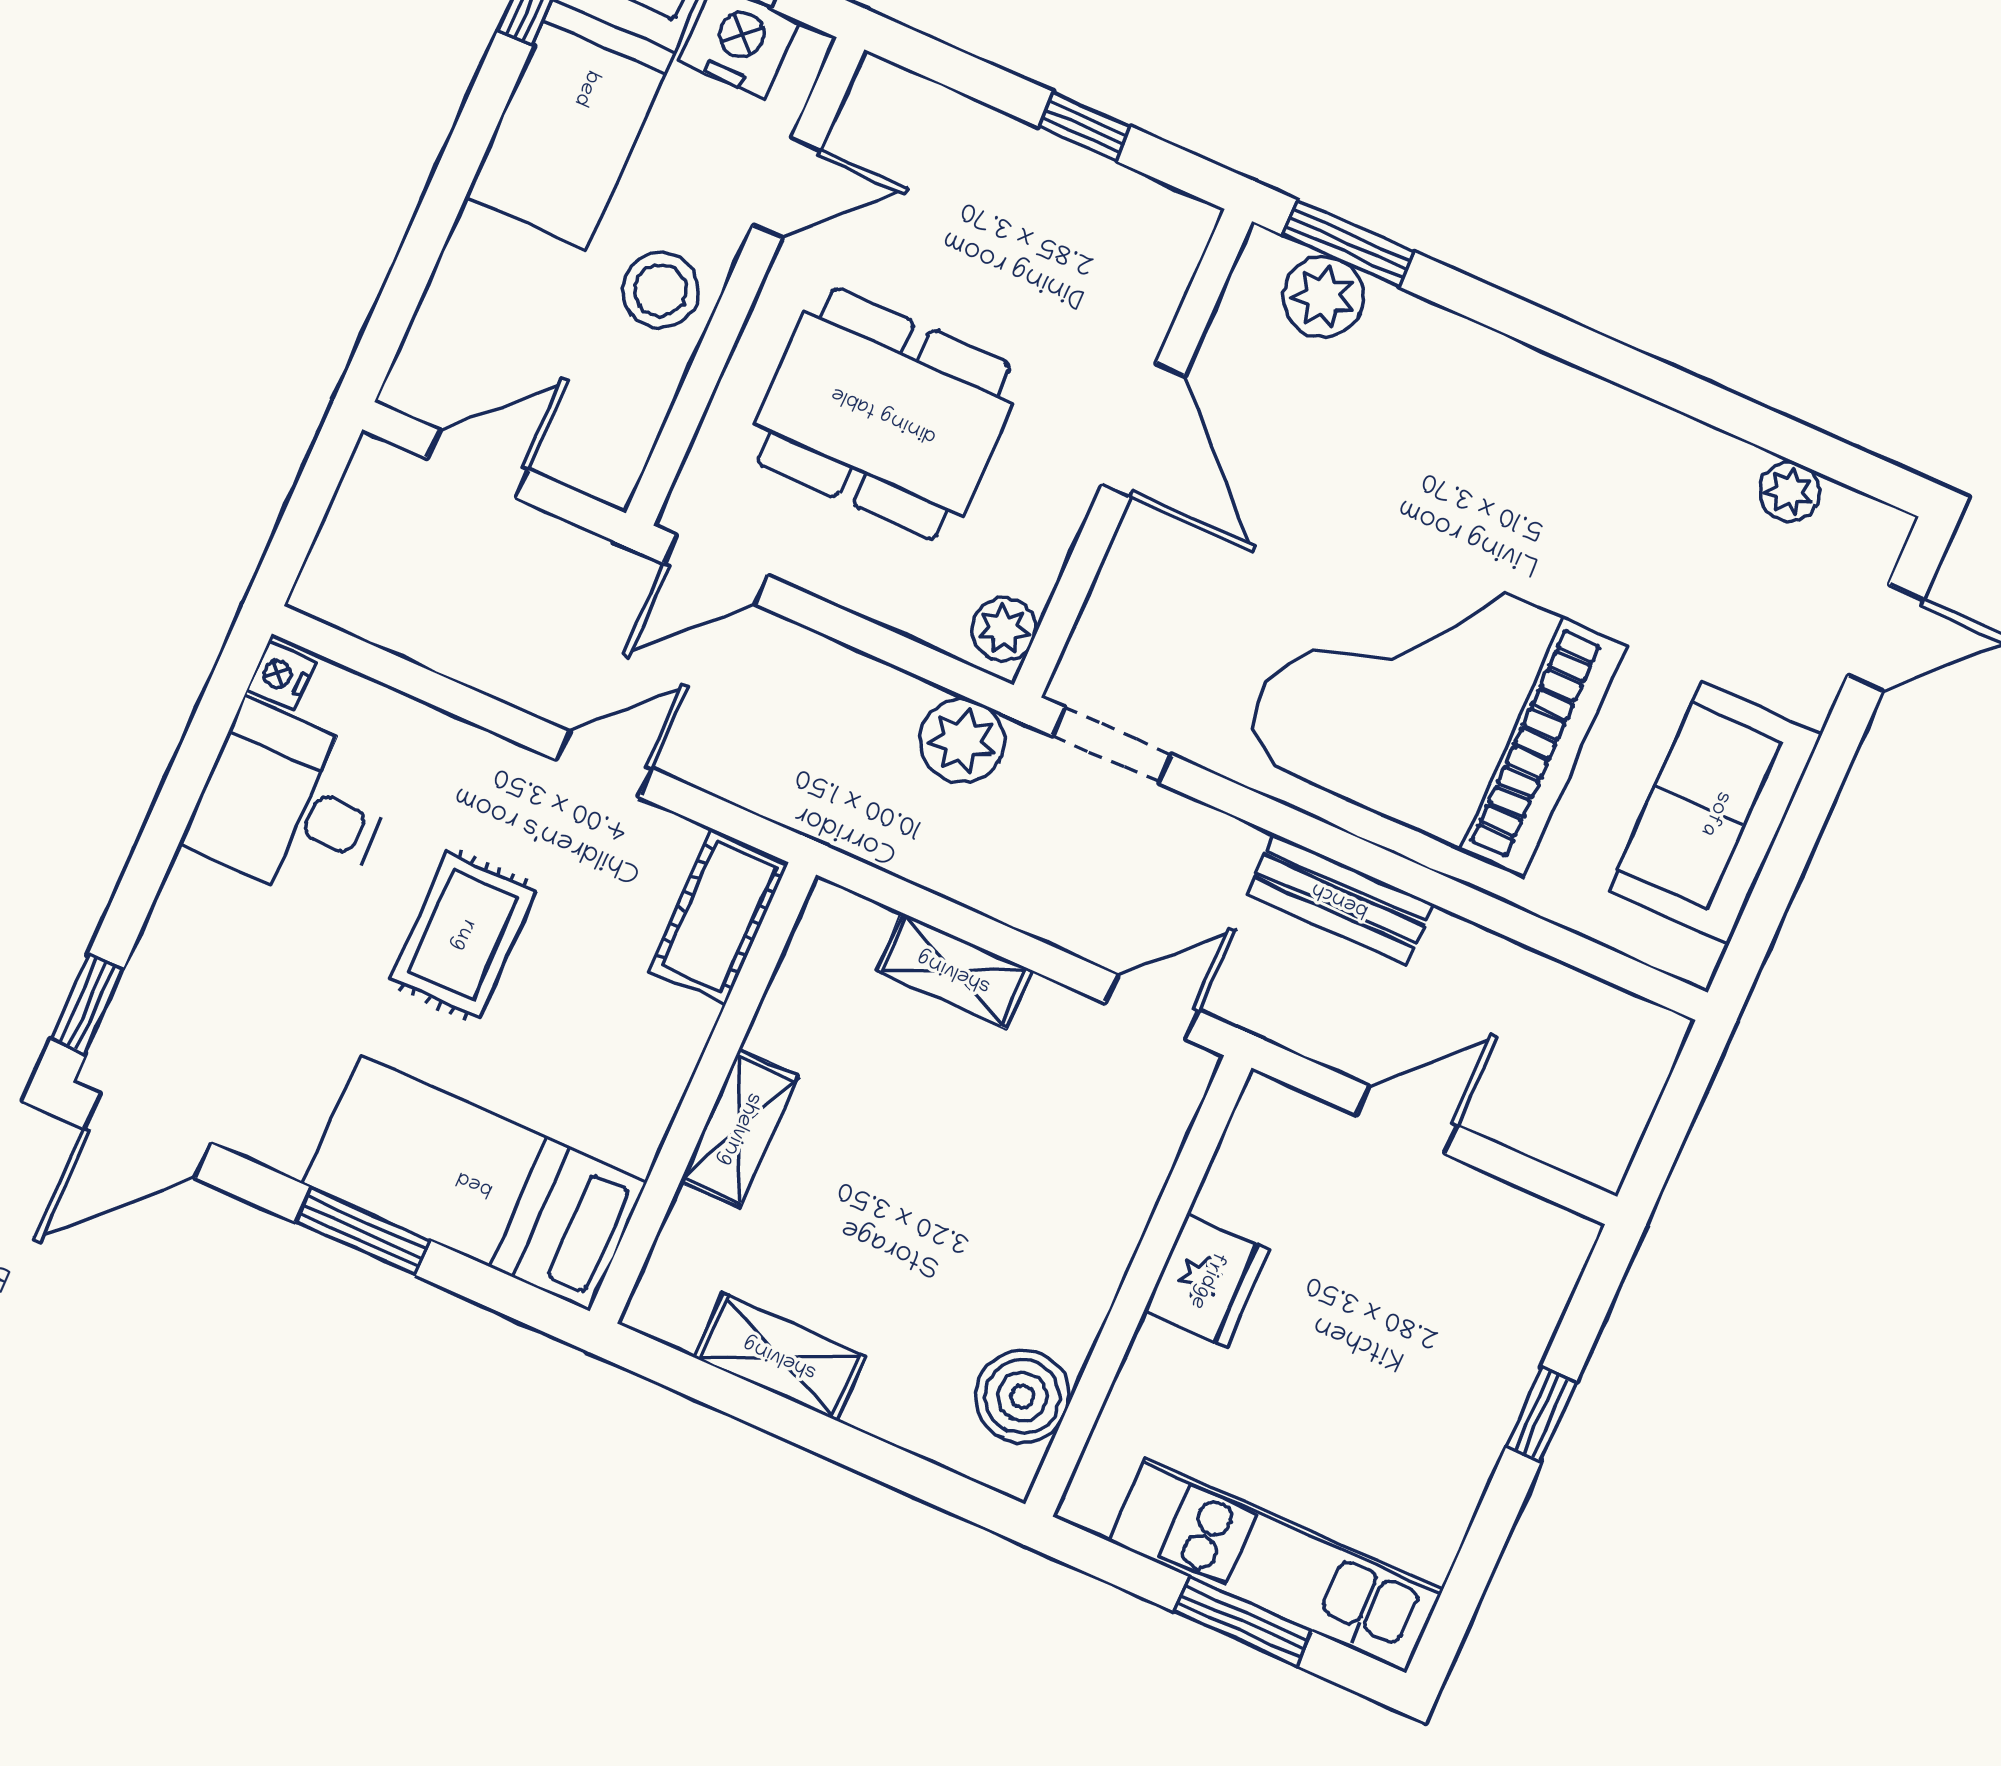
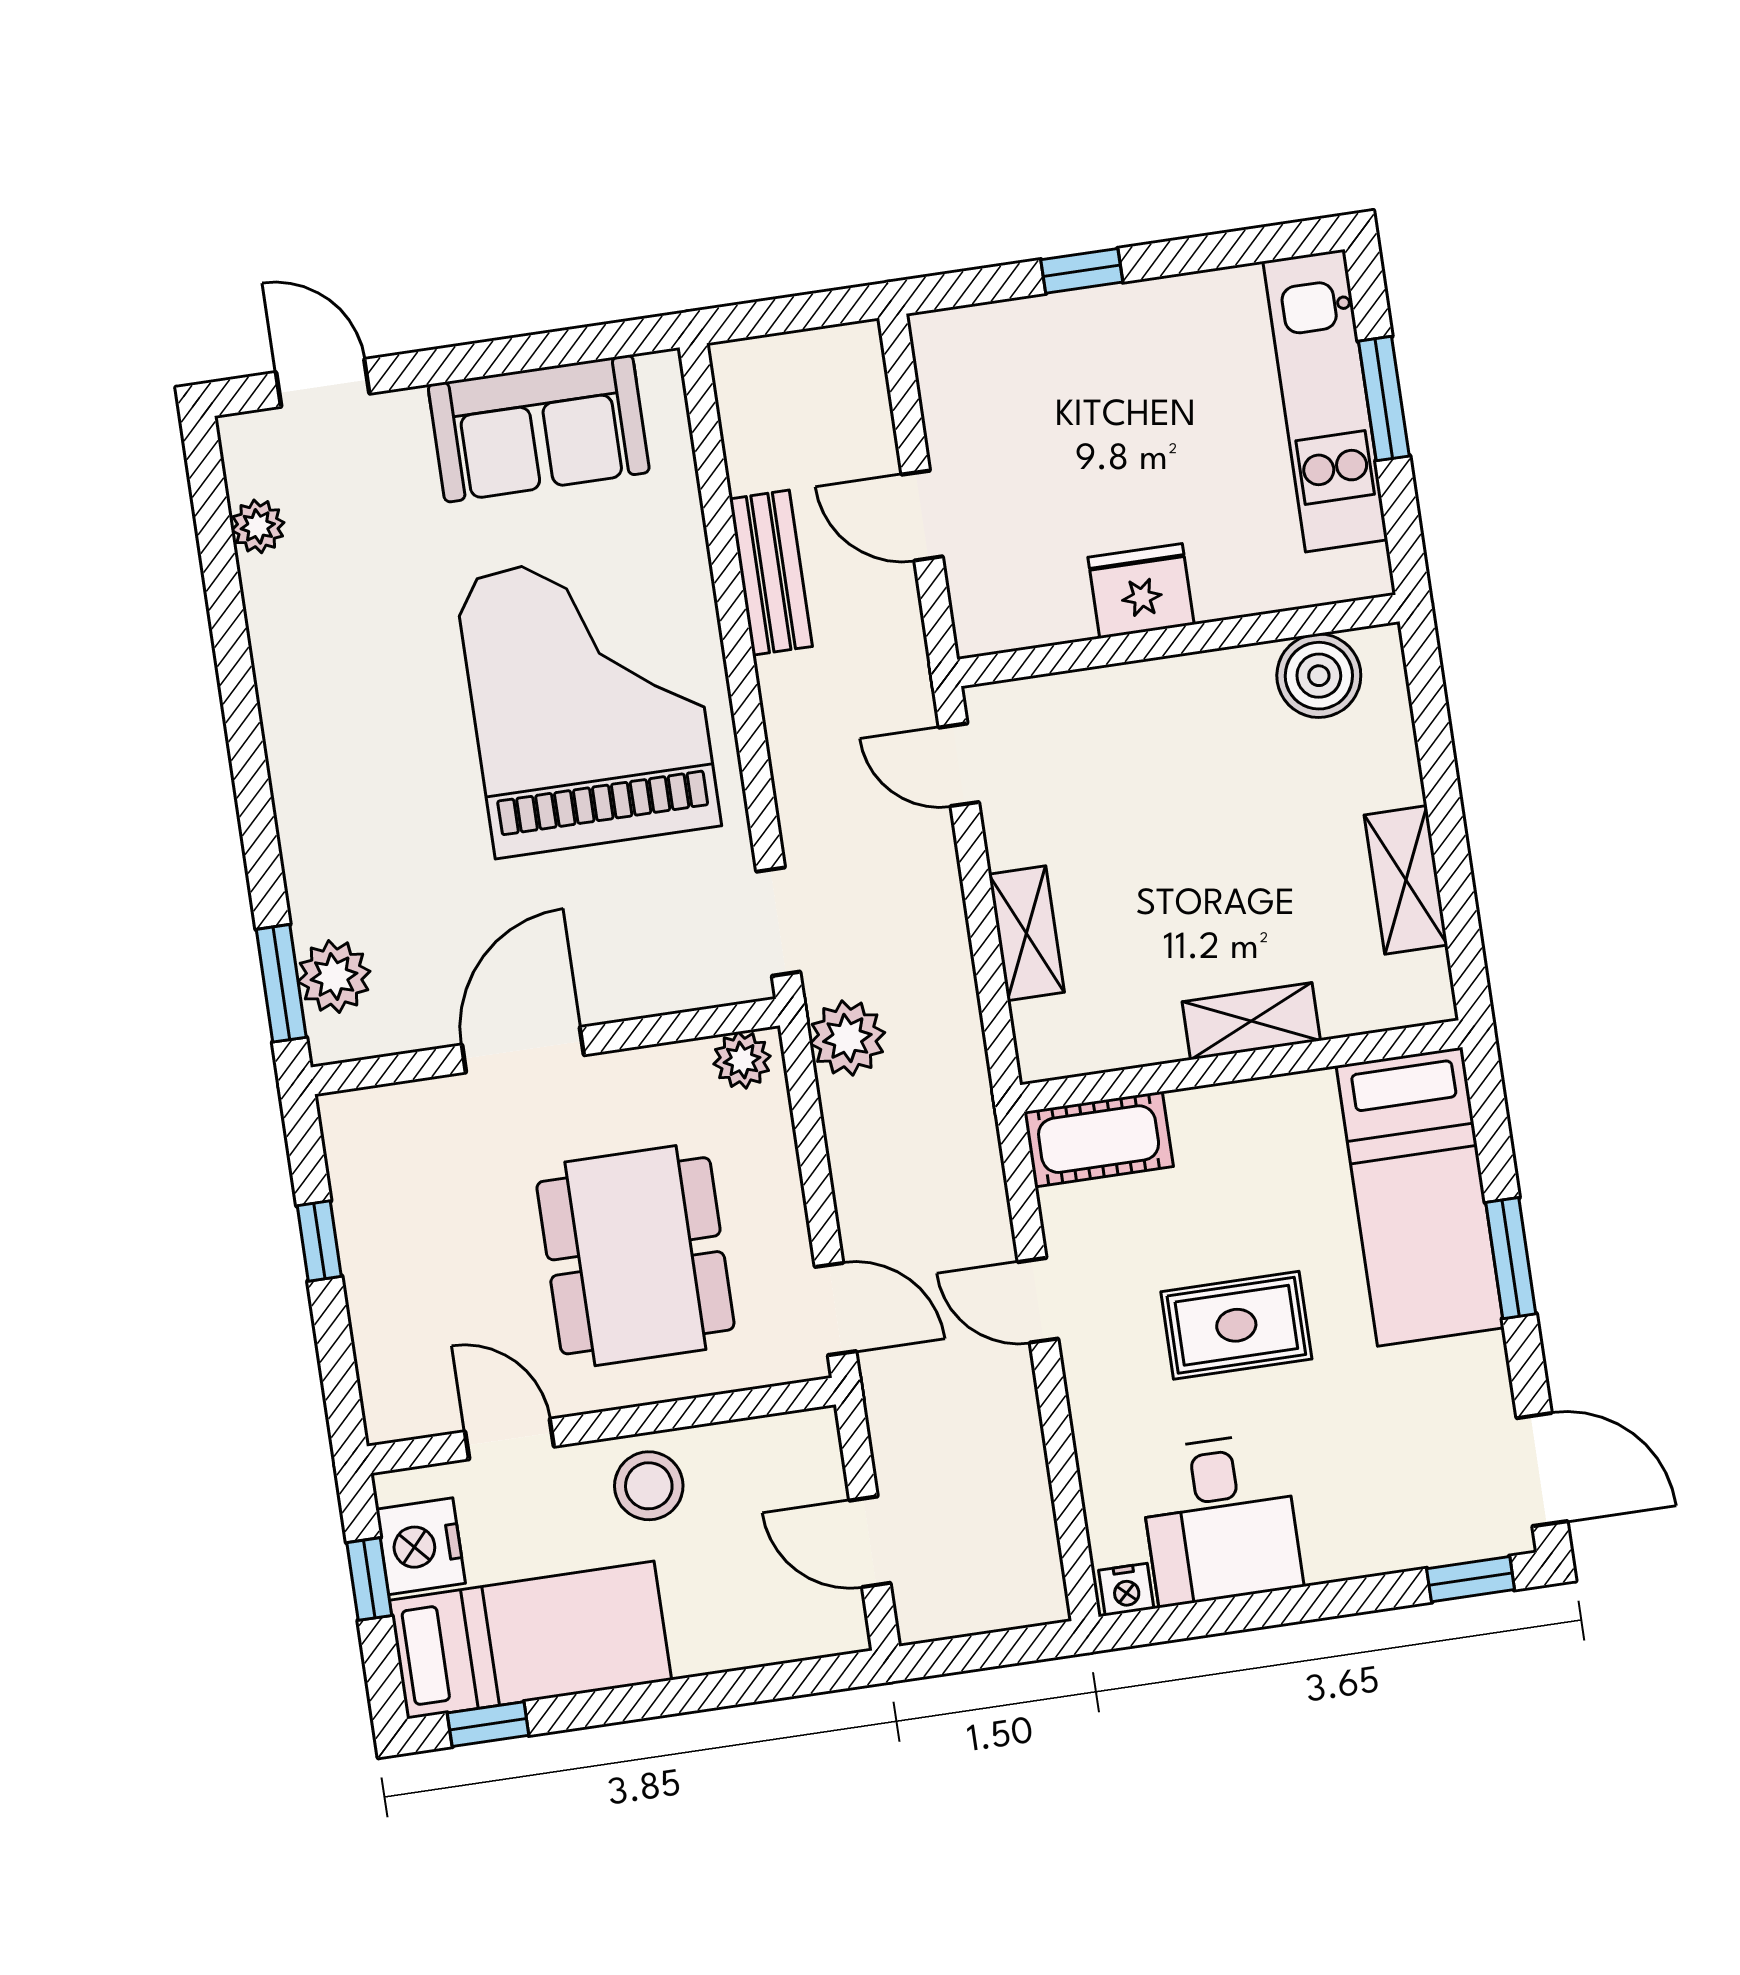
grand piano: (1431, 697) -> (588, 701), turned 180
bench: (1340, 899) -> (771, 573), moved

